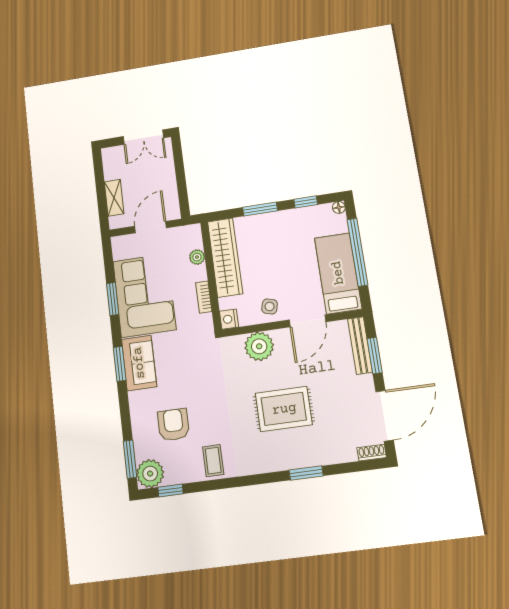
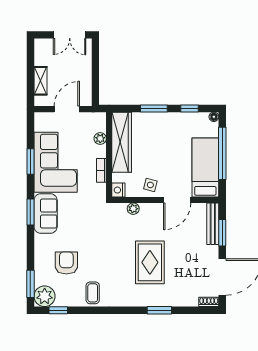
plant: (259, 346) -> (133, 209), width x0.53, depth x0.53
rug: (284, 409) -> (150, 262), turned 90

